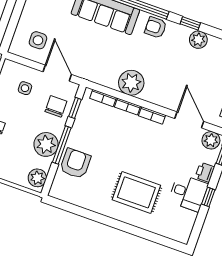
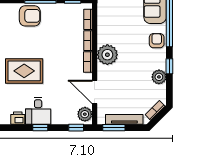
plant: (131, 83) -> (107, 55), moved
door: (189, 120) -> (95, 92), swing flipped
printer: (205, 172) -> (18, 118), moved
rug: (136, 192) -> (24, 71), turned 90

